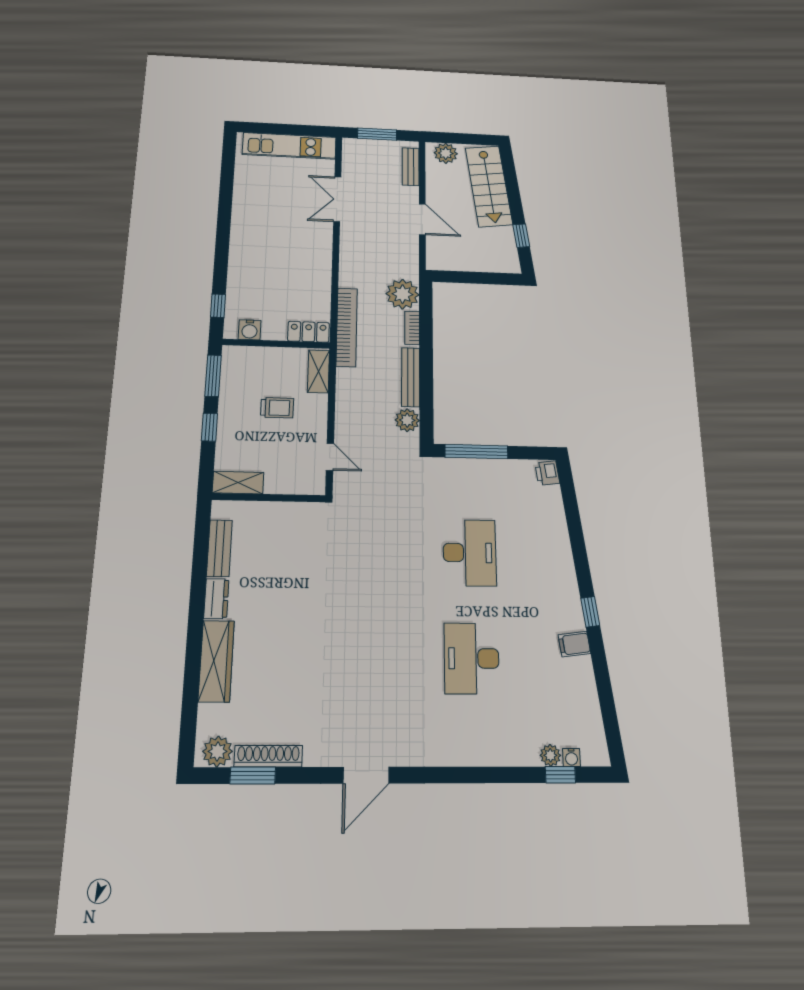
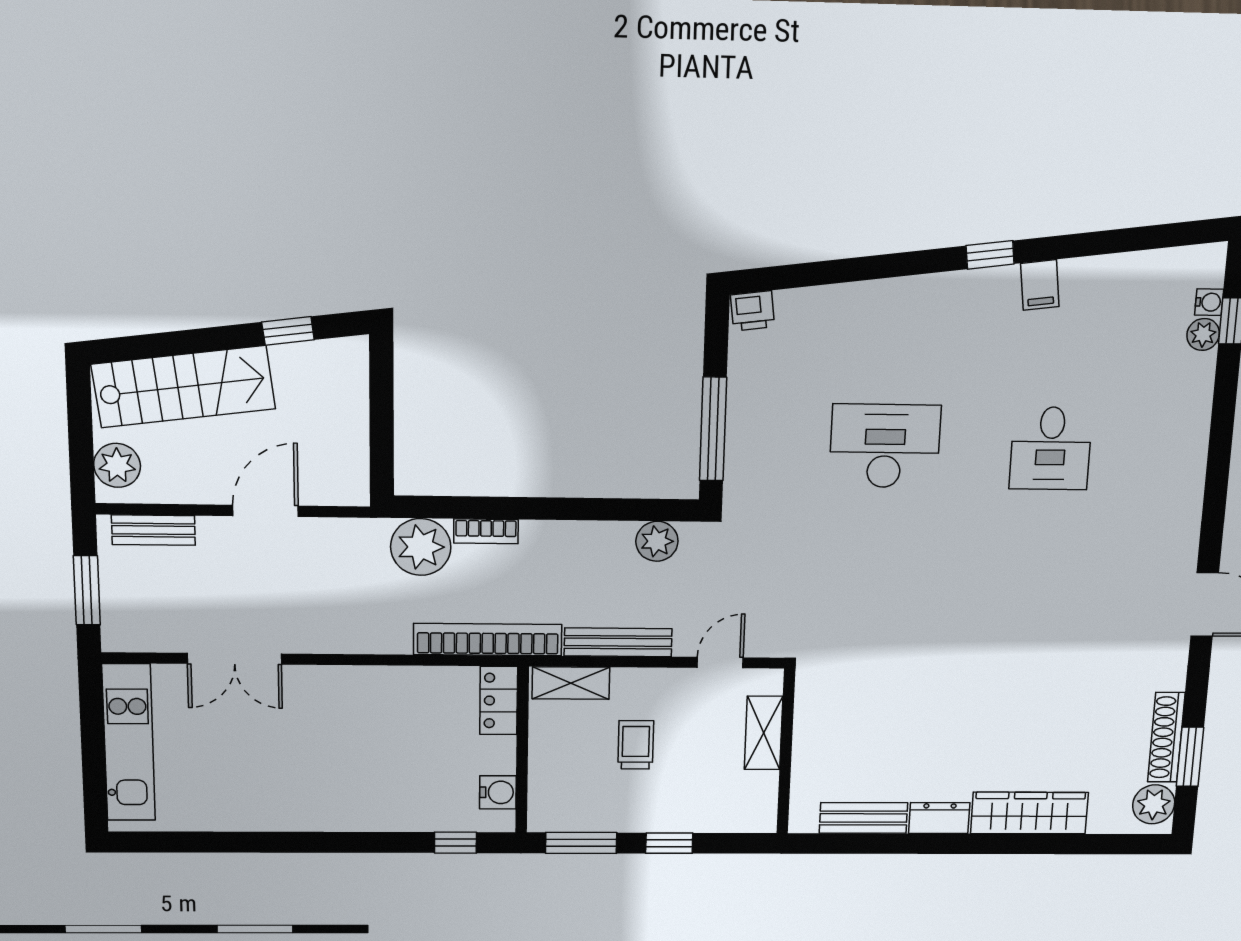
bench: (411, 377) -> (618, 642), moved
shelving: (238, 483) -> (764, 733), moved
desk: (472, 658) -> (1051, 448), width x0.73

